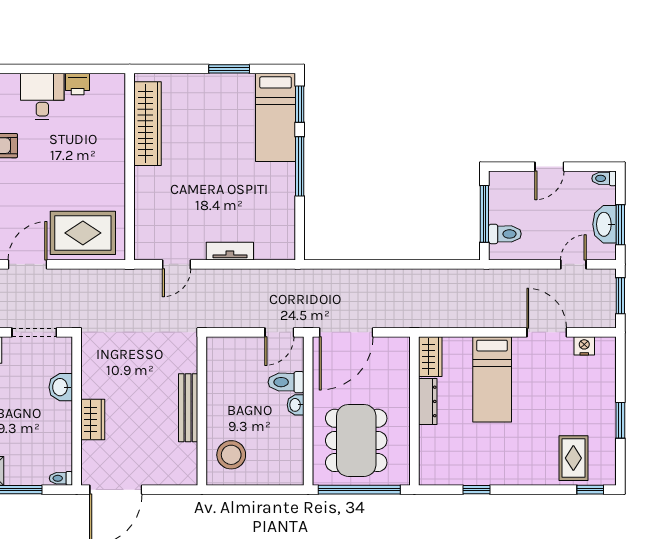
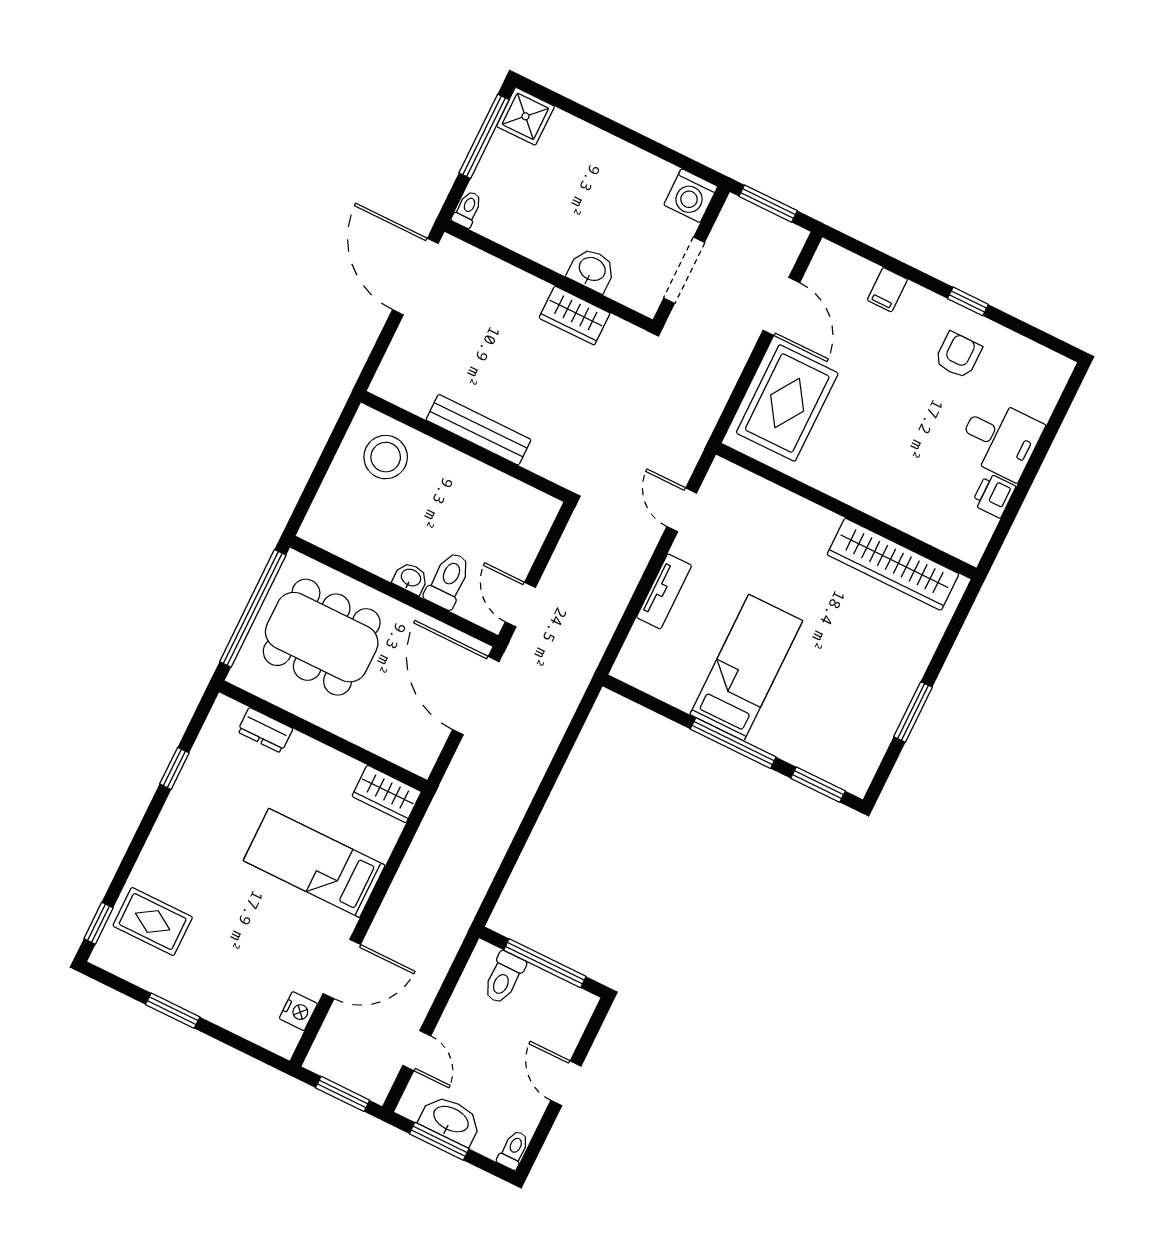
bed: (276, 117) -> (746, 668), moved, turned 90
dresser: (428, 401) -> (265, 730), moved, width x0.70
wardrobe: (93, 419) -> (575, 316), moved

